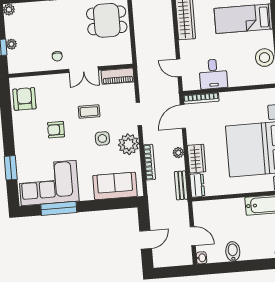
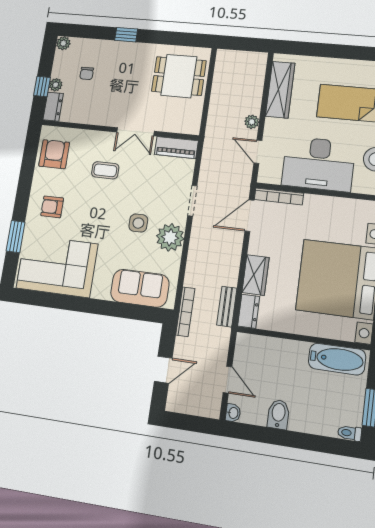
chair: (57, 56) -> (87, 73), moved
dresser: (14, 62) -> (53, 107), added
desk: (213, 74) -> (318, 164), width x1.87, depth x1.30
coffee table: (89, 112) -> (105, 170), moved
armchair: (56, 130) -> (52, 207), moved
plant: (178, 153) -> (252, 122), moved
bookcase: (149, 162) -> (185, 312), moved
window: (59, 208) -> (61, 302), removed

